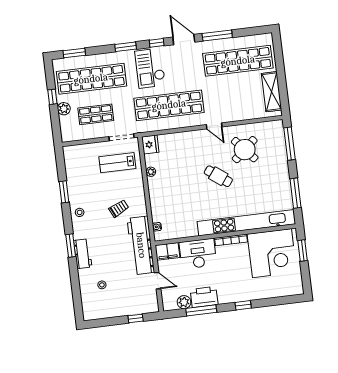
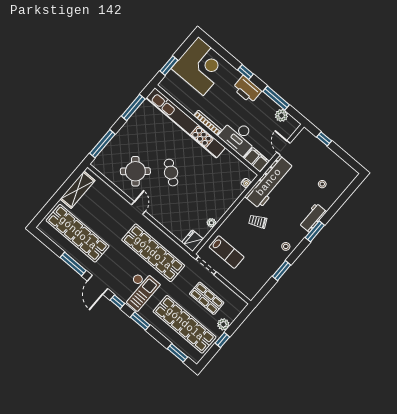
corner desk: (272, 253) -> (201, 66), moved, turned 90
printer: (204, 297) -> (247, 89), moved

